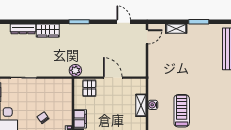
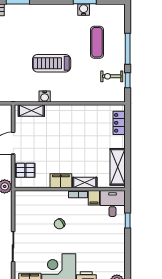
shelving: (141, 105) -> (31, 110), moved

